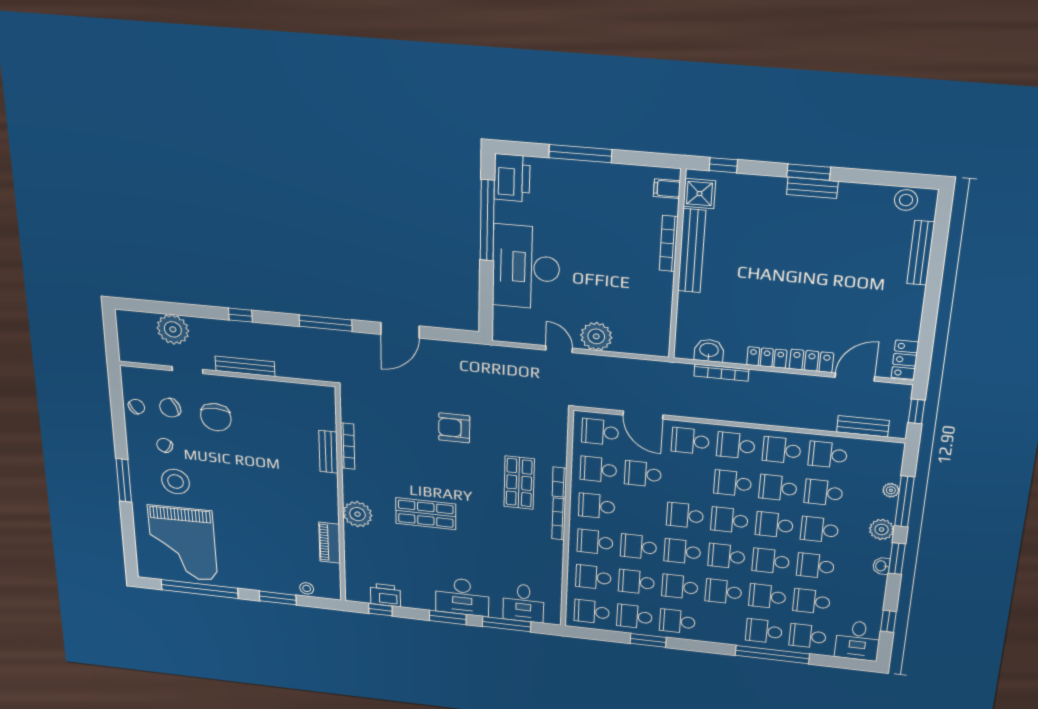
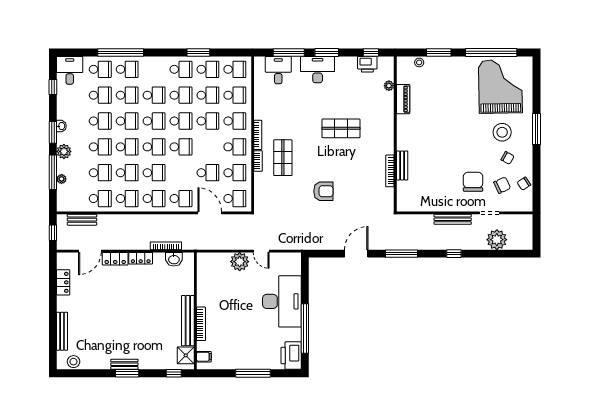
locker: (905, 360) -> (63, 282), moved
plant: (357, 514) -> (389, 86), moved, width x0.53, depth x0.53

